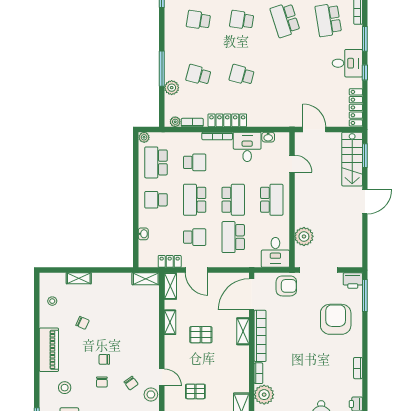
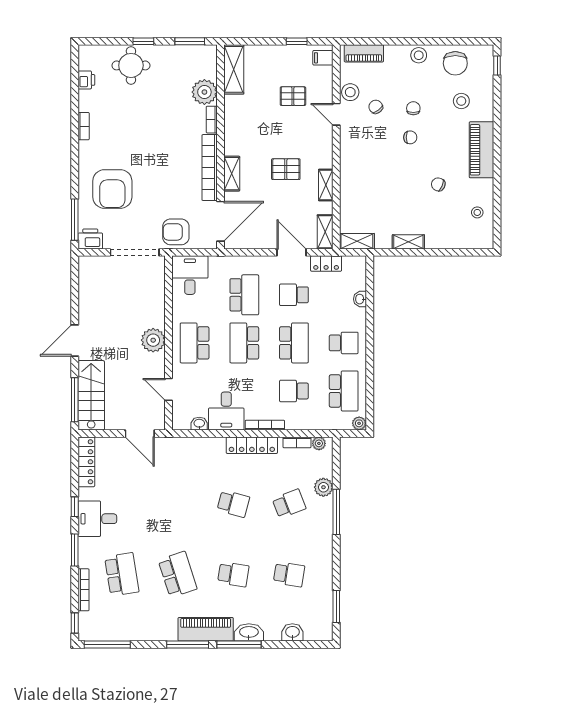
school desk: (198, 75) -> (289, 504), turned -36
window: (365, 156) -> (75, 400), width x1.44
plant: (304, 236) -> (153, 340), moved
shelving: (79, 278) -> (408, 242), moved

